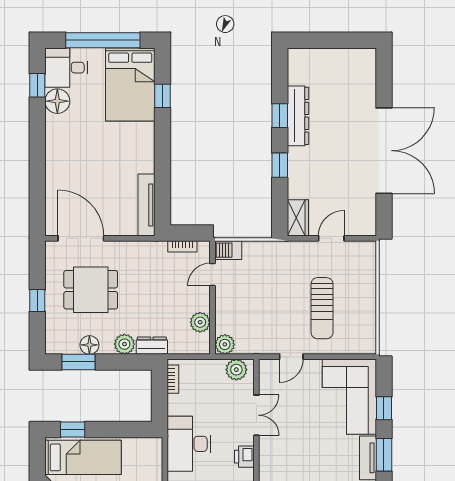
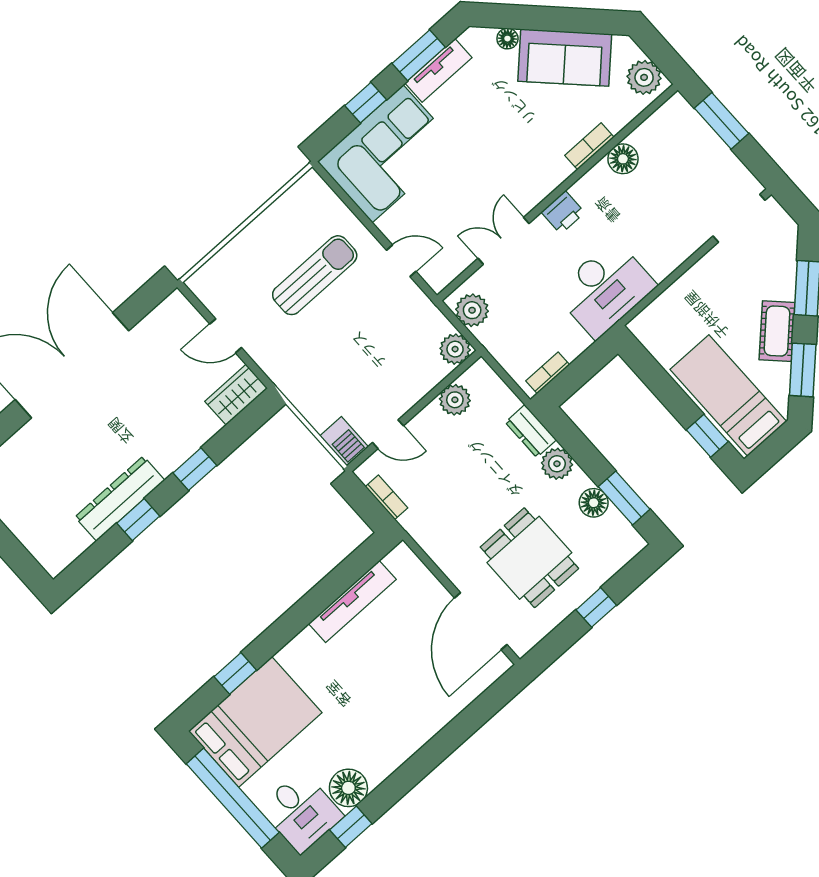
tv unit: (146, 205) -> (352, 601), moved

